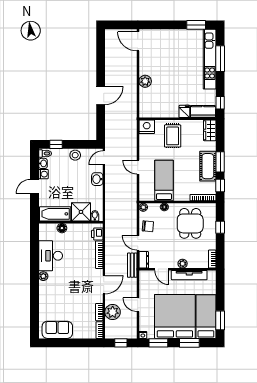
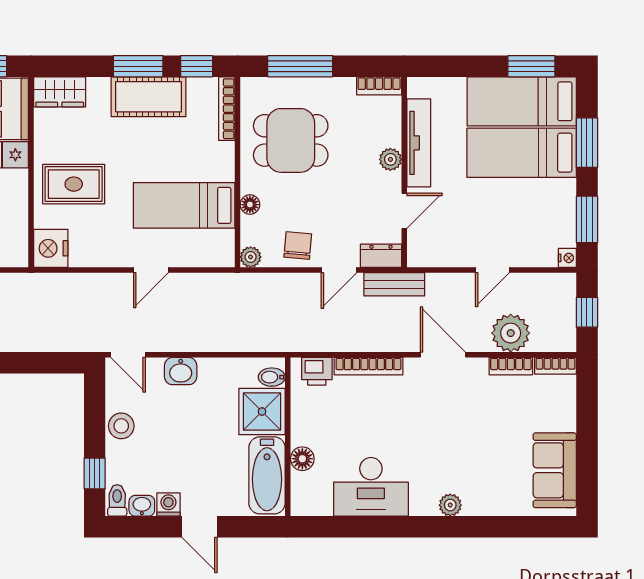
window: (220, 227) -> (300, 66), width x2.17
plant: (43, 276) -> (450, 505), moved
bed: (175, 316) -> (522, 153), width x0.49

